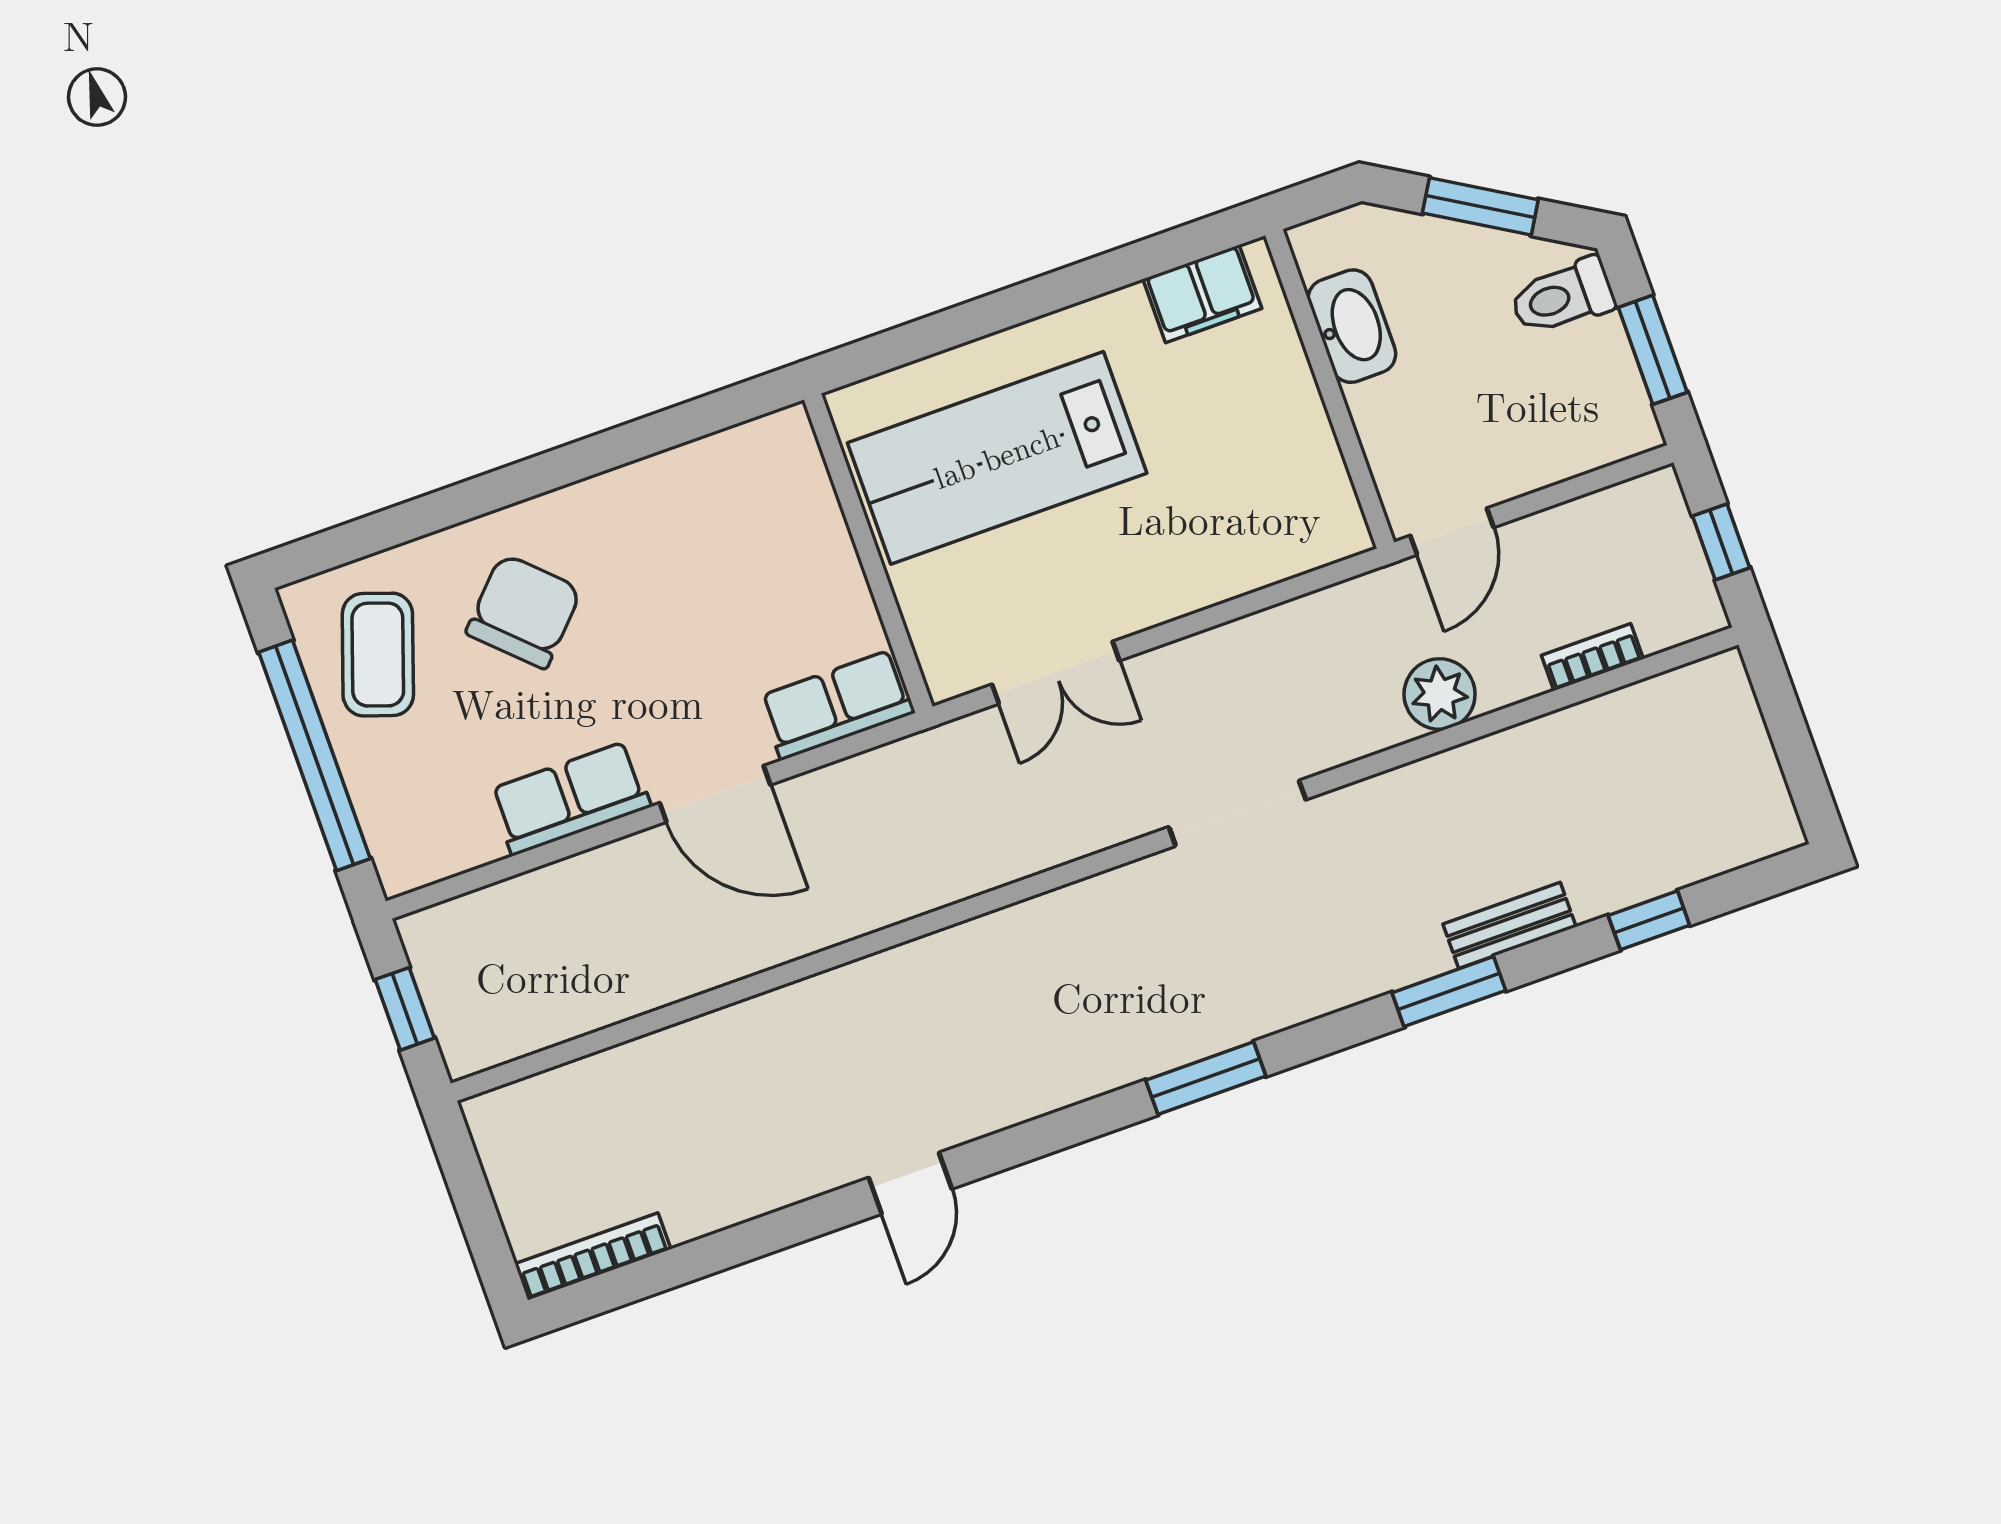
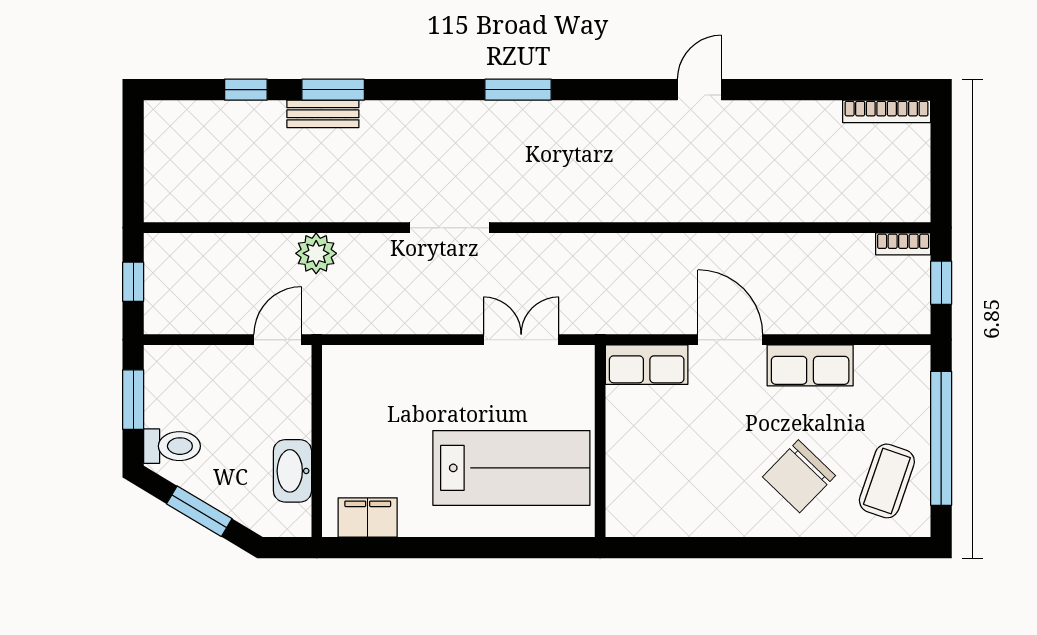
bookcase: (1592, 657) -> (903, 244), moved
window: (1449, 992) -> (333, 90), moved

